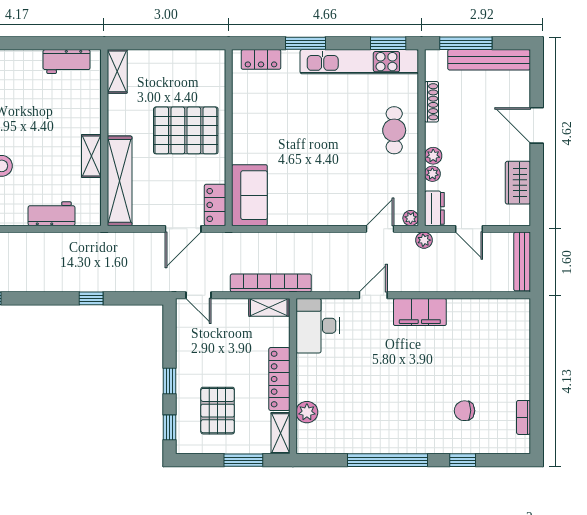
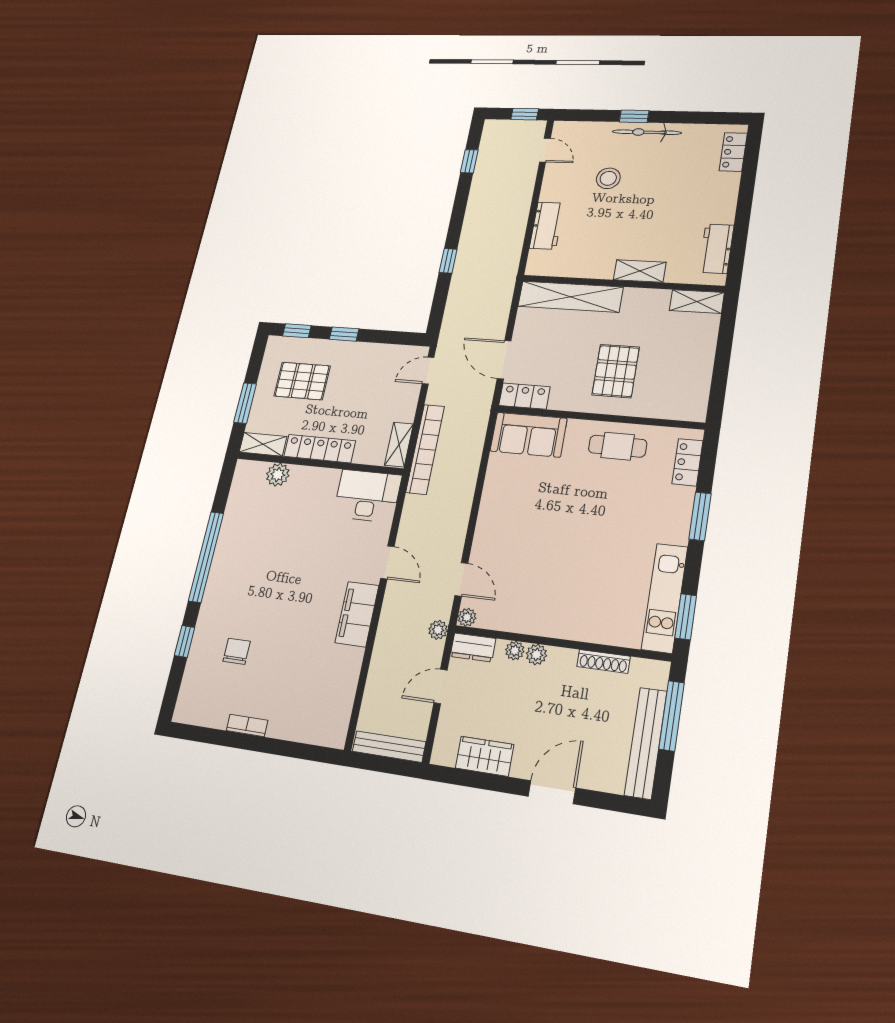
kitchen unit: (359, 62) -> (665, 598), width x0.73
pallet: (186, 130) -> (616, 371), width x0.73, depth x0.71
cafe table: (394, 130) -> (618, 446), moved
shelving: (91, 156) -> (640, 271), moved
bookcase: (524, 417) -> (247, 726), moved

